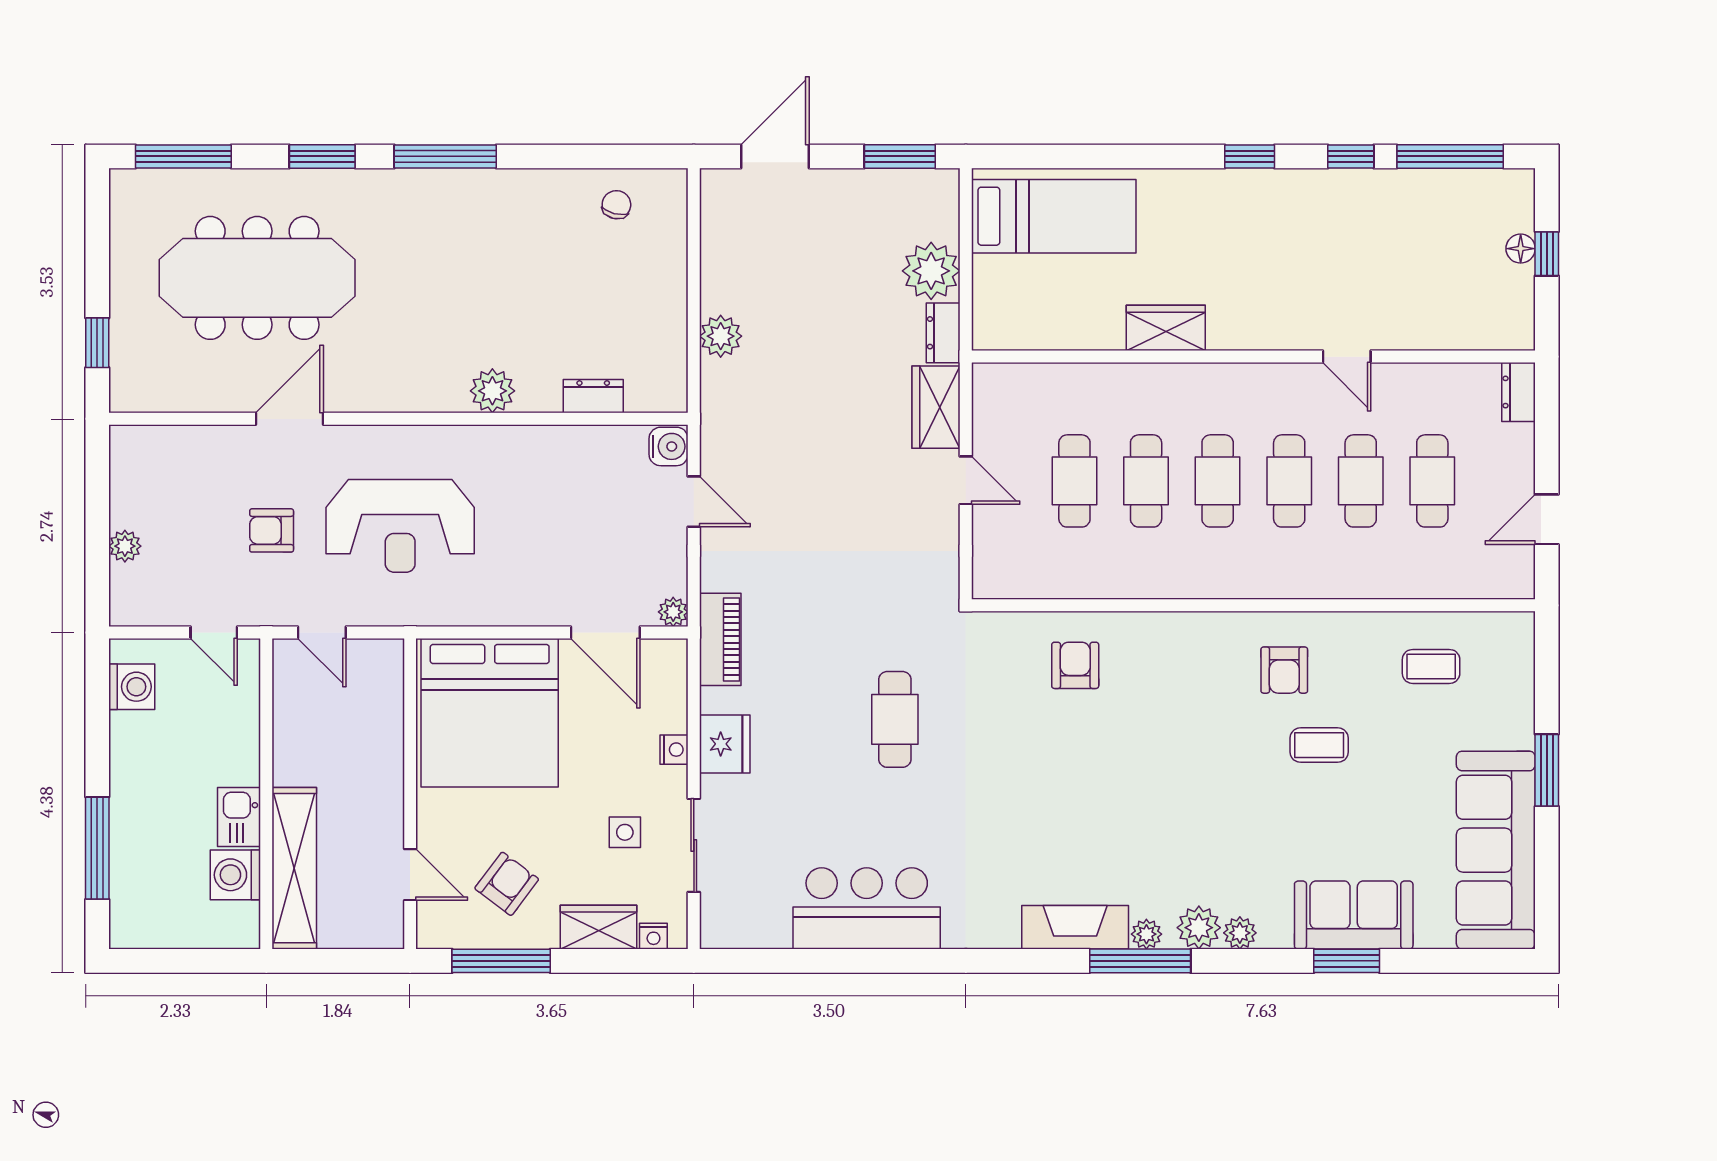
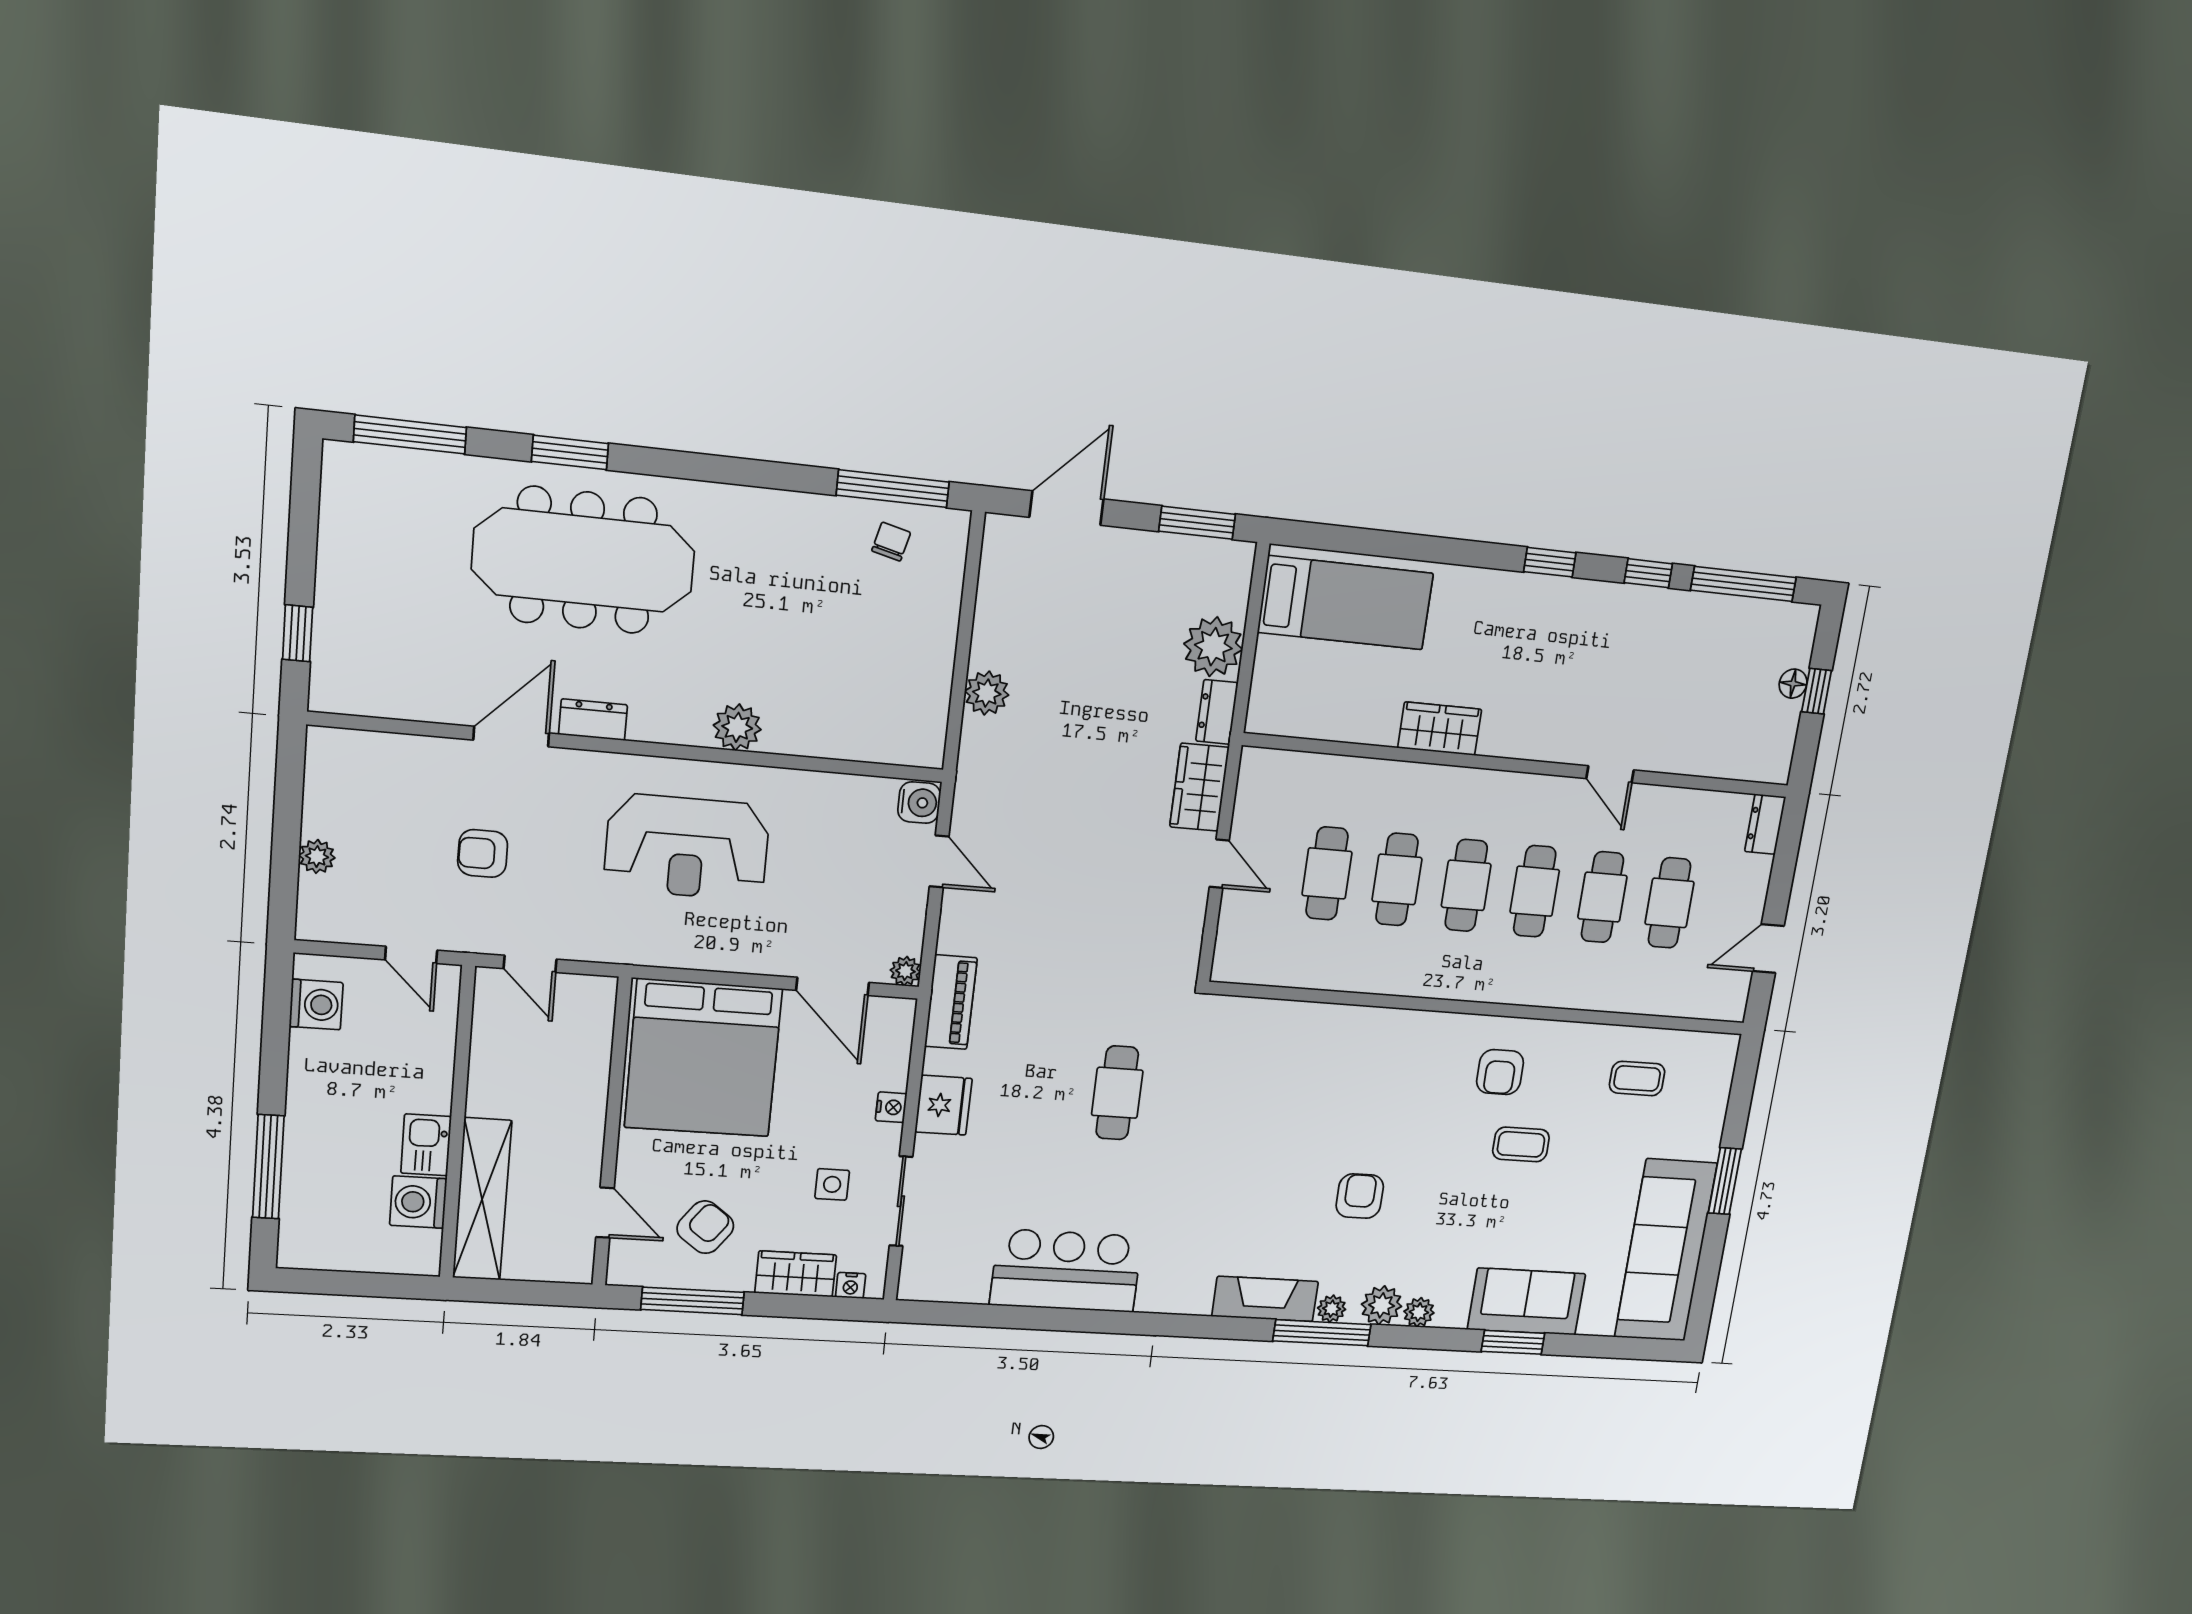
window: (445, 156) -> (893, 489), moved
meeting table: (257, 278) -> (583, 560), moved
dresser: (593, 396) -> (593, 720), moved
reception desk: (400, 526) -> (687, 847), moved
armchair: (1075, 665) -> (1360, 1196), moved

